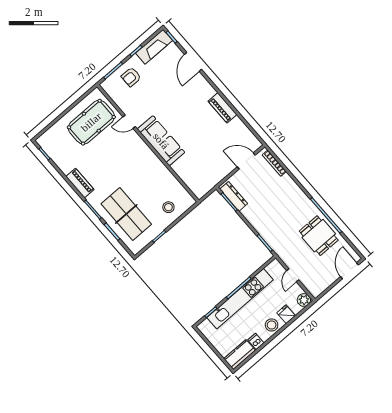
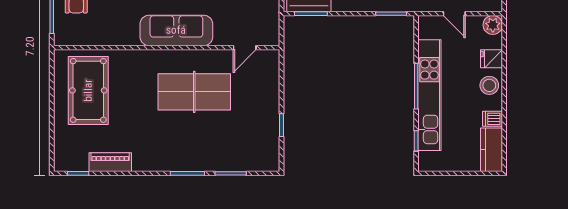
door: (129, 122) -> (245, 48), moved
piano: (80, 183) -> (110, 162), moved
stool: (168, 207) -> (258, 87), removed
table tennis table: (126, 214) -> (194, 92), moved

